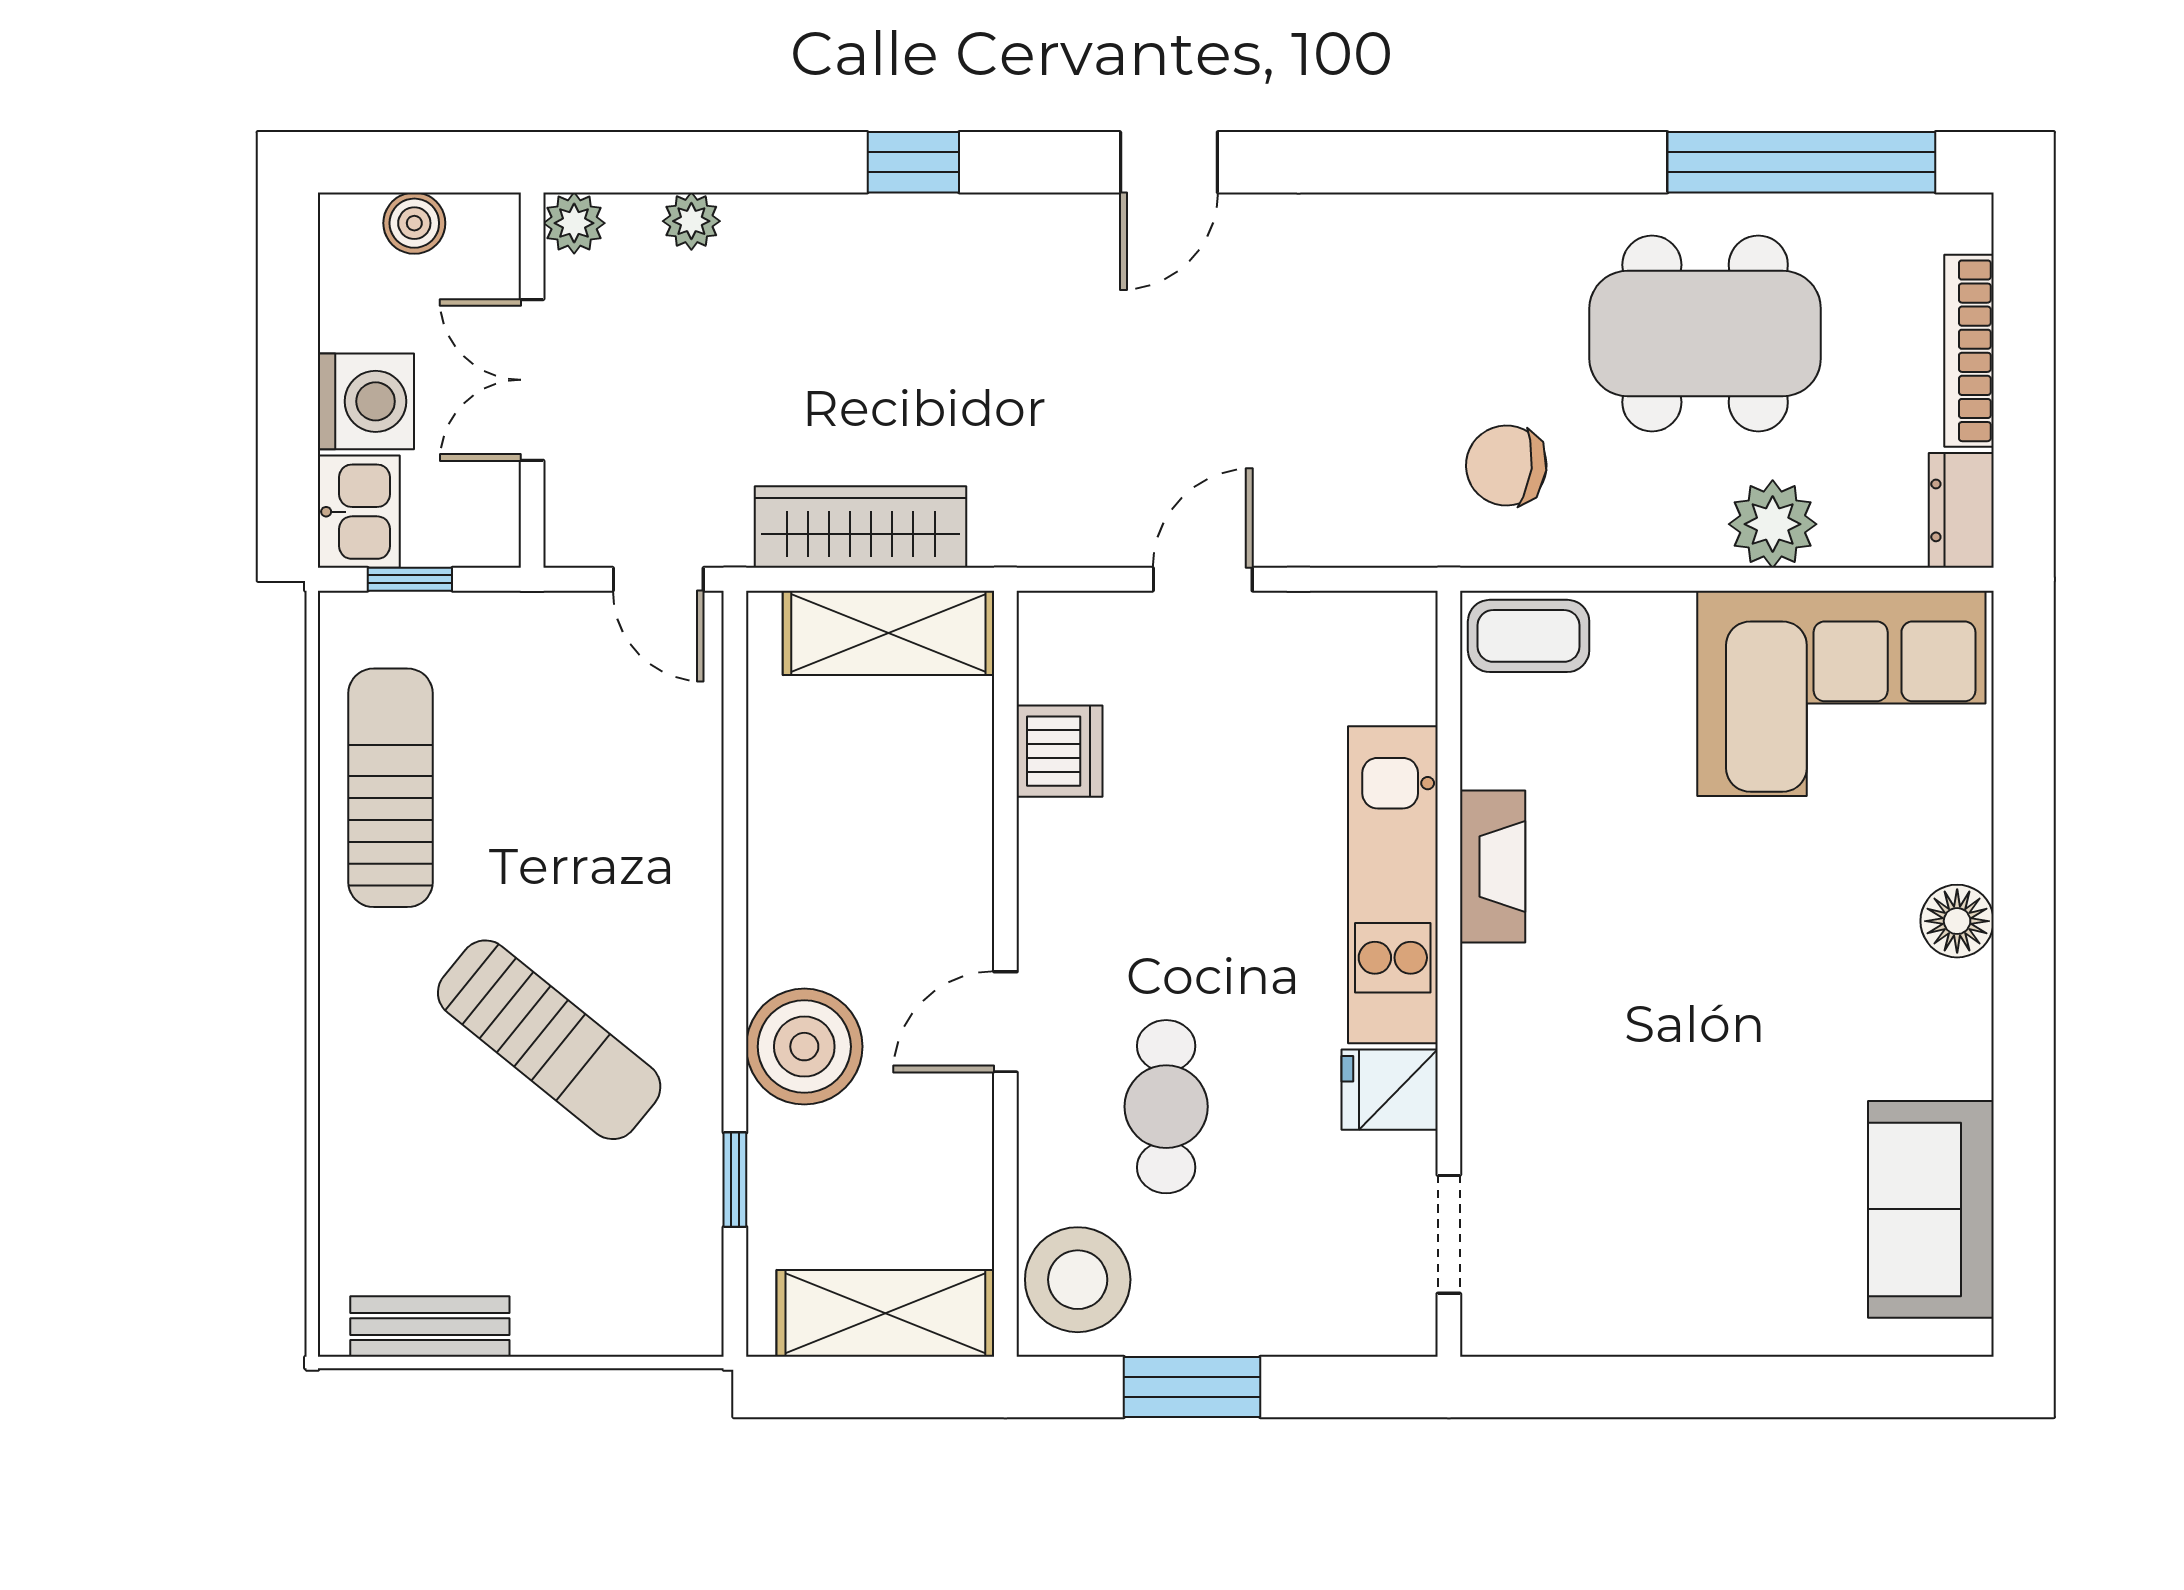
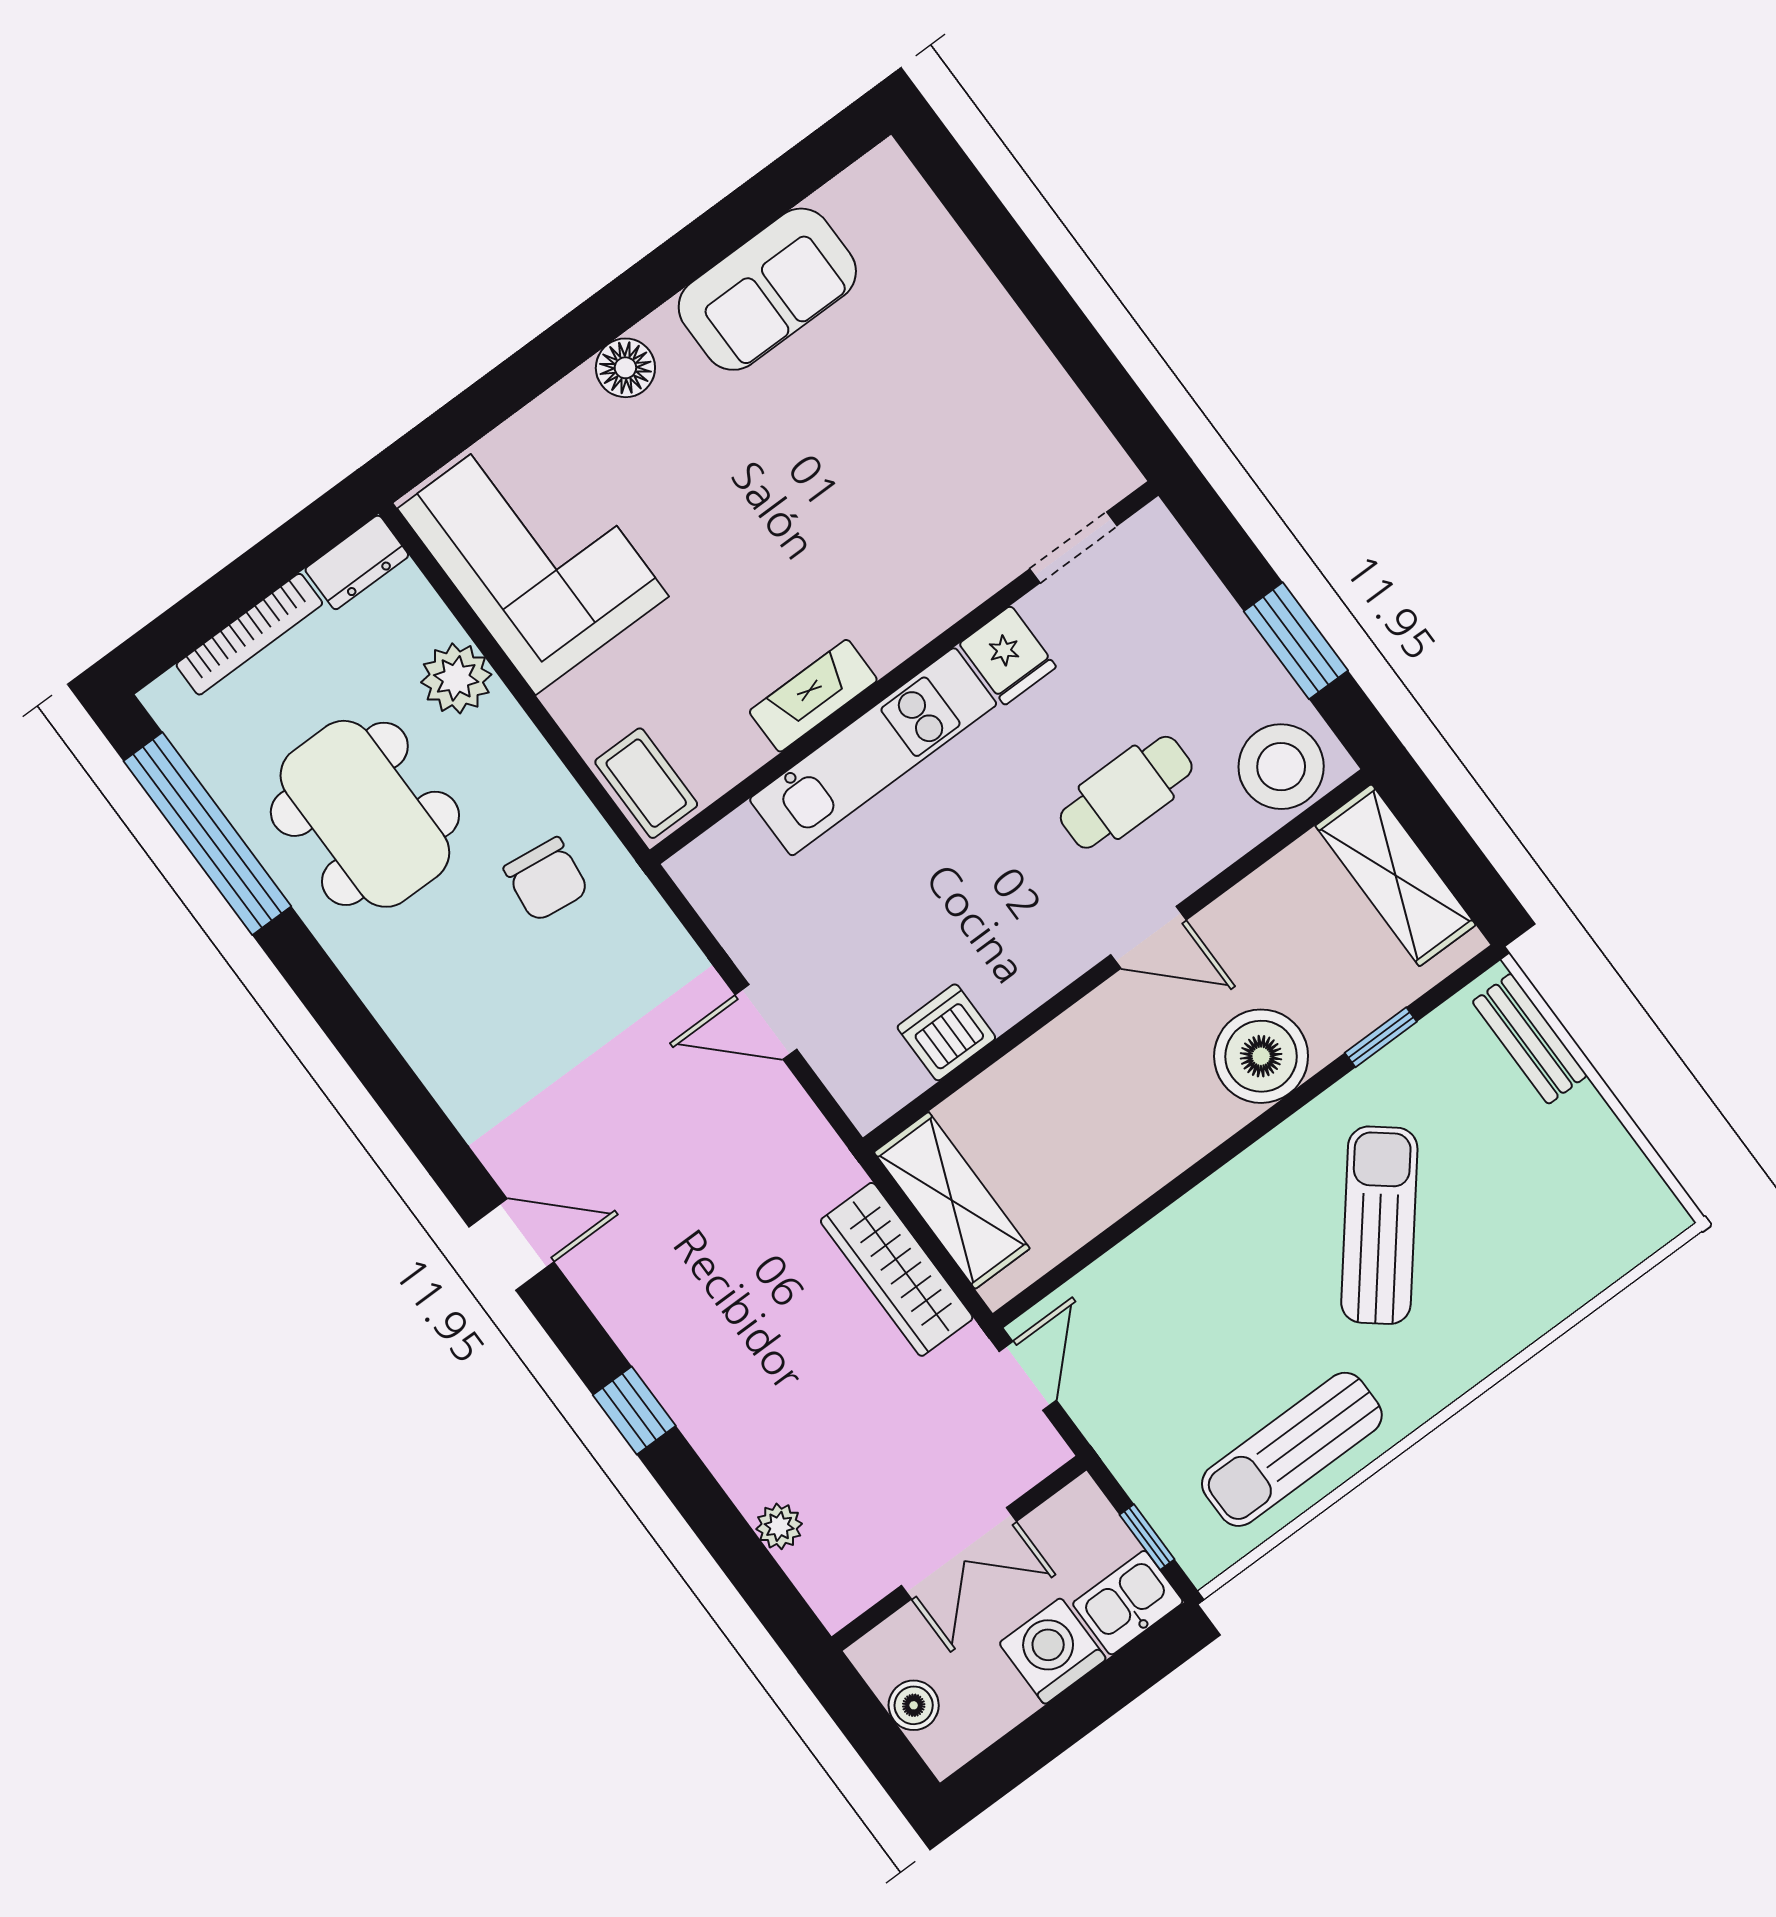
plant: (574, 223) -> (837, 1602), removed
sofa: (1931, 1209) -> (767, 289), moved
bench: (430, 1327) -> (1530, 1039), moved

